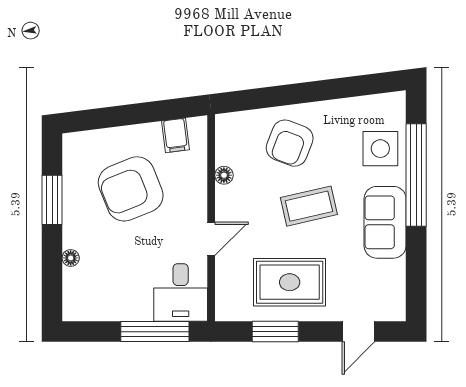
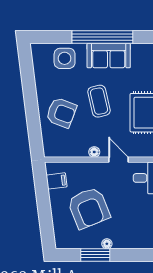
floor lamp: (224, 175) -> (94, 152), moved
window: (416, 175) -> (102, 37), moved
floor lamp: (71, 258) -> (107, 244), moved

